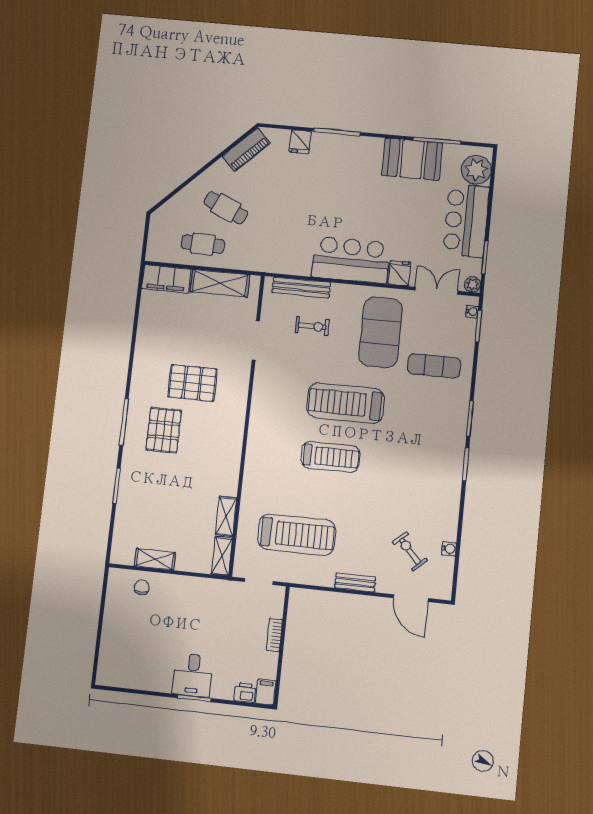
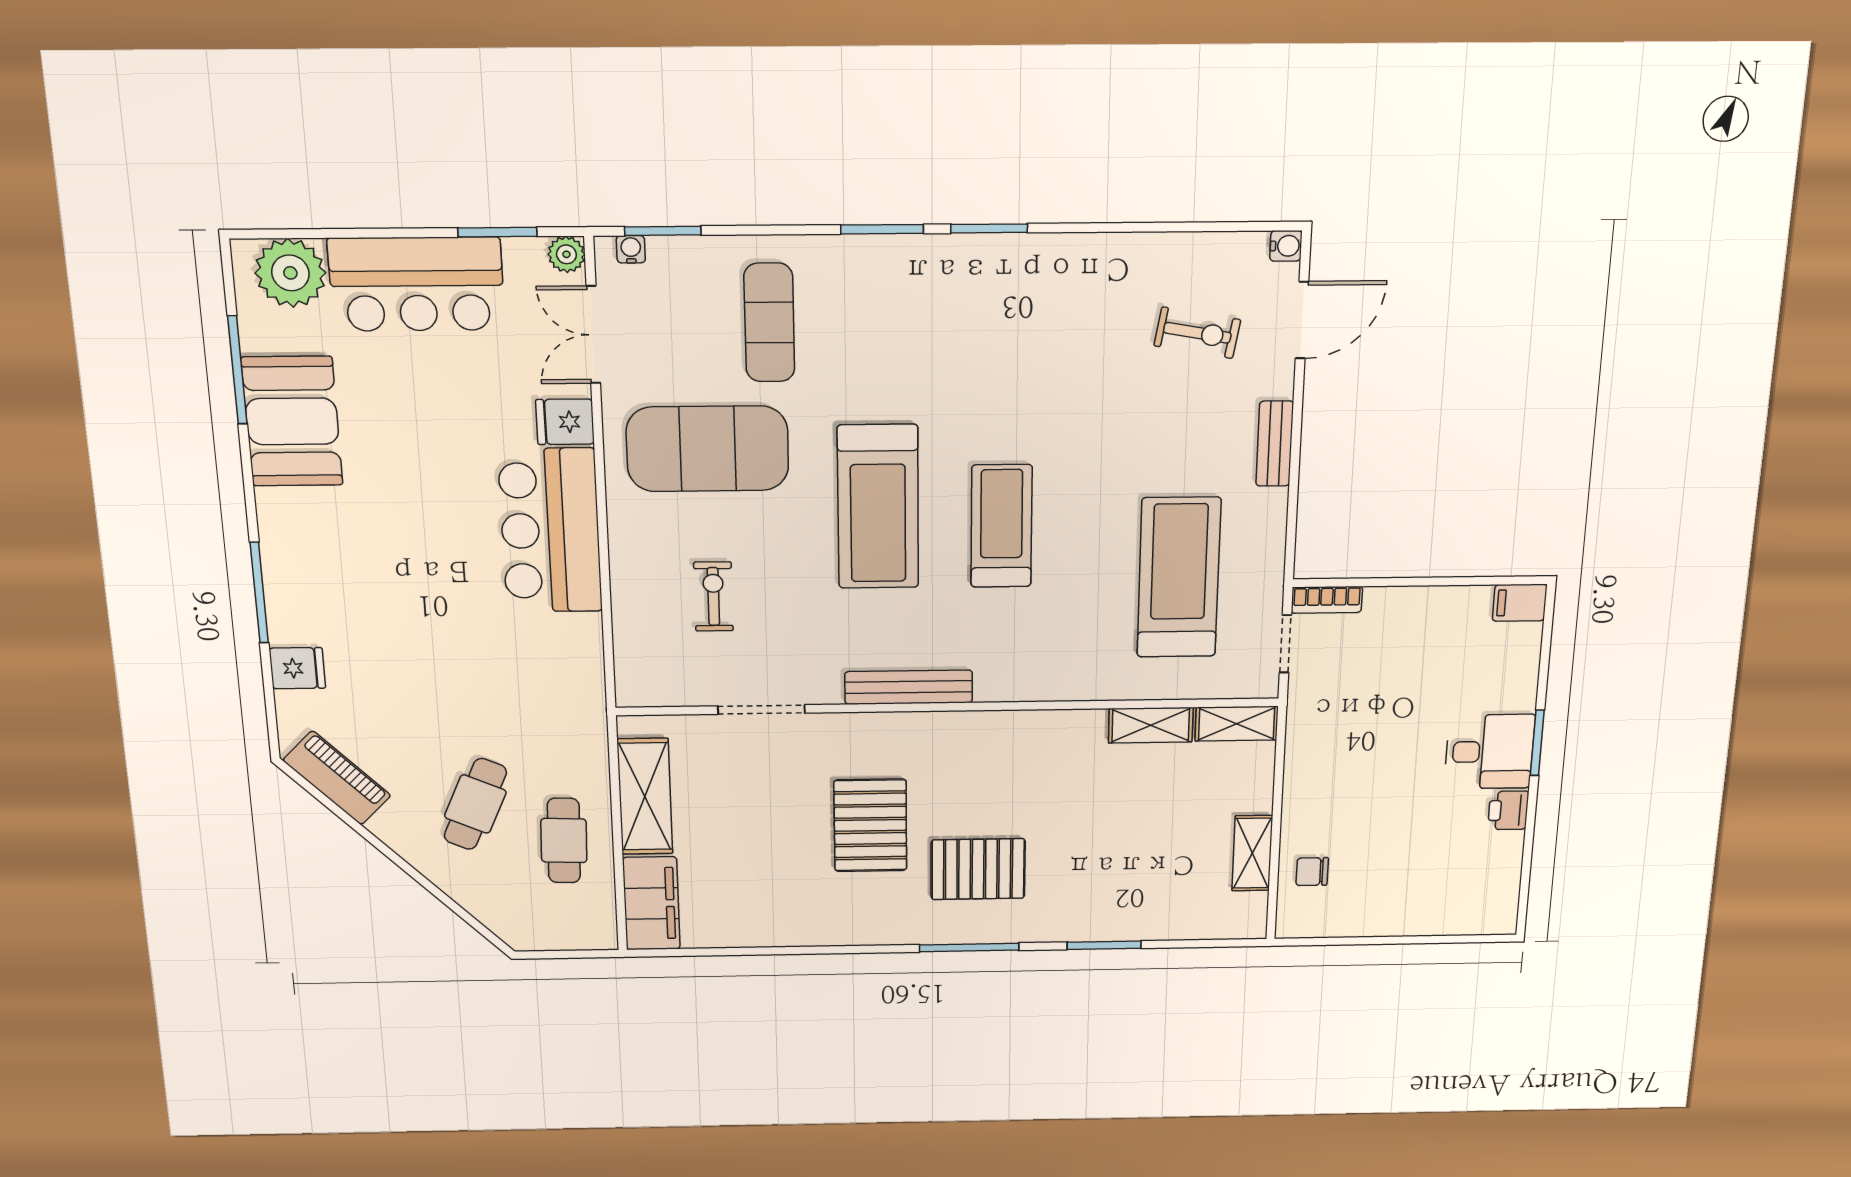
bench: (301, 288) -> (909, 687), moved, turned 90
water cooler: (449, 549) -> (1286, 246), moved, turned 90
exercise bike: (410, 551) -> (1197, 333), turned -128
bookcase: (274, 635) -> (1327, 600), moved
printer: (245, 693) -> (1508, 810), moved

